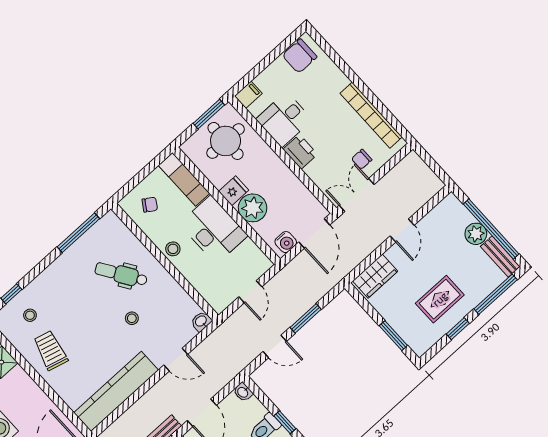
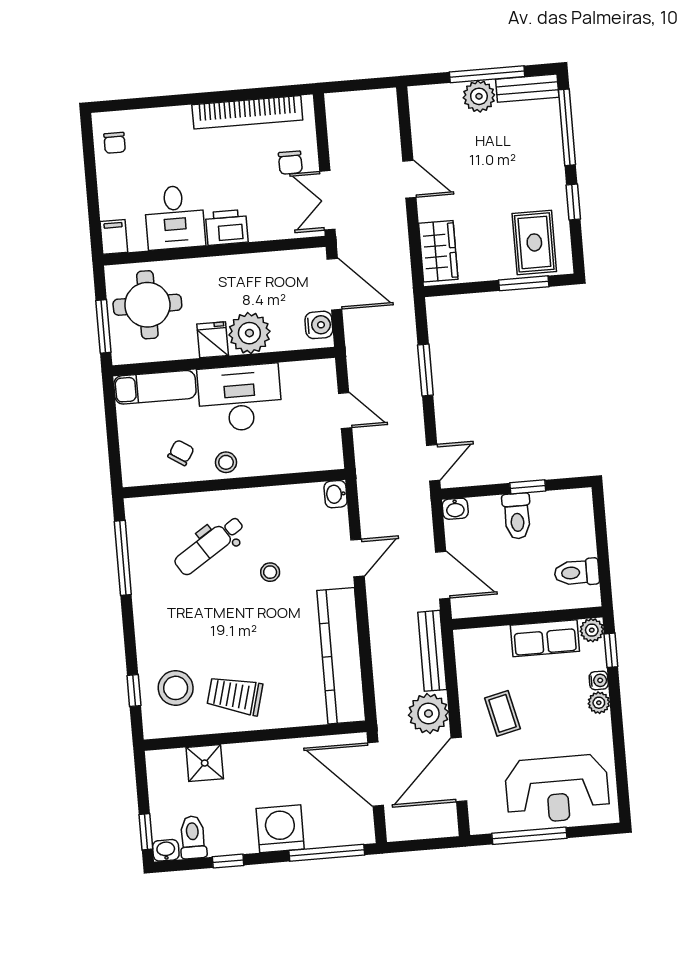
chair: (300, 56) -> (115, 143), width x0.54, depth x0.54
window: (209, 114) -> (103, 326), moved
chair: (150, 205) -> (181, 453), moved
window: (491, 229) -> (487, 74), width x0.68
rug: (440, 299) -> (534, 242), moved
stool: (30, 315) -> (176, 688), width x1.89, depth x1.89
door: (275, 346) -> (433, 463), moved

